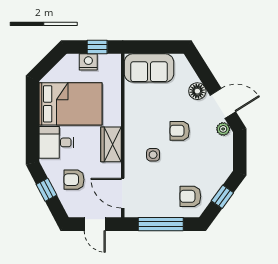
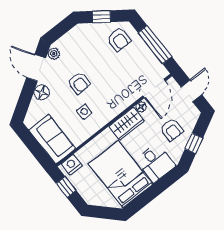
nightstand: (88, 62) -> (72, 165), moved, turned 90
side table: (153, 155) -> (84, 112), moved
floor lamp: (115, 169) -> (141, 107), added

